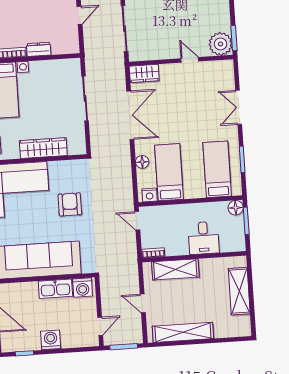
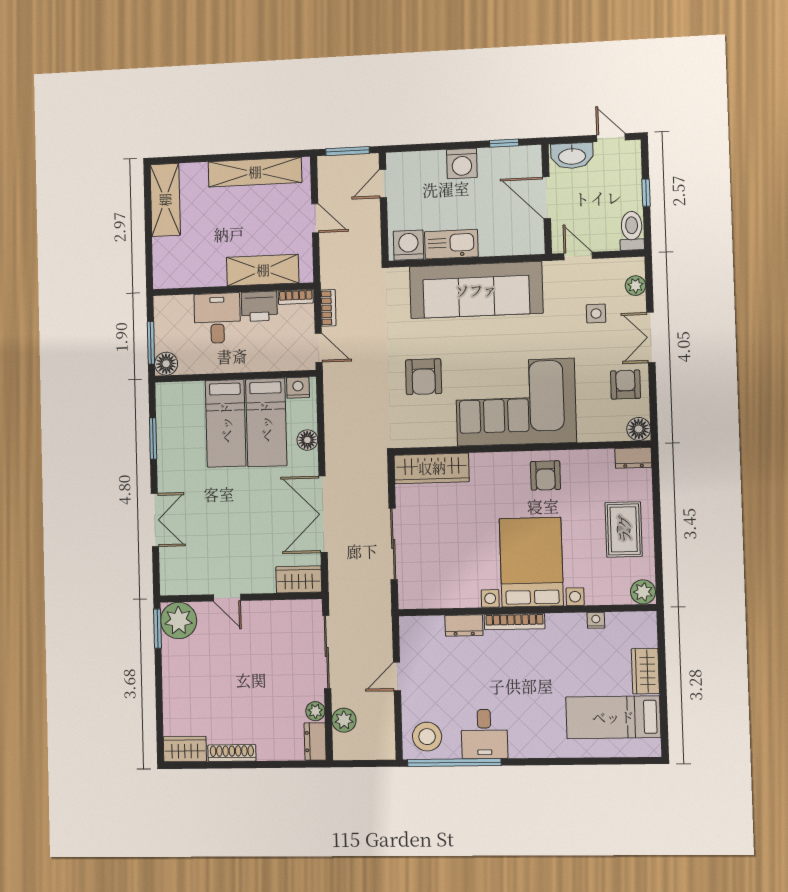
wardrobe: (43, 148) -> (432, 468), moved
bed: (217, 169) -> (226, 423), moved
bookcase: (132, 246) -> (328, 308), added
printer: (177, 246) -> (259, 306), added
shelving: (239, 291) -> (165, 200), moved

